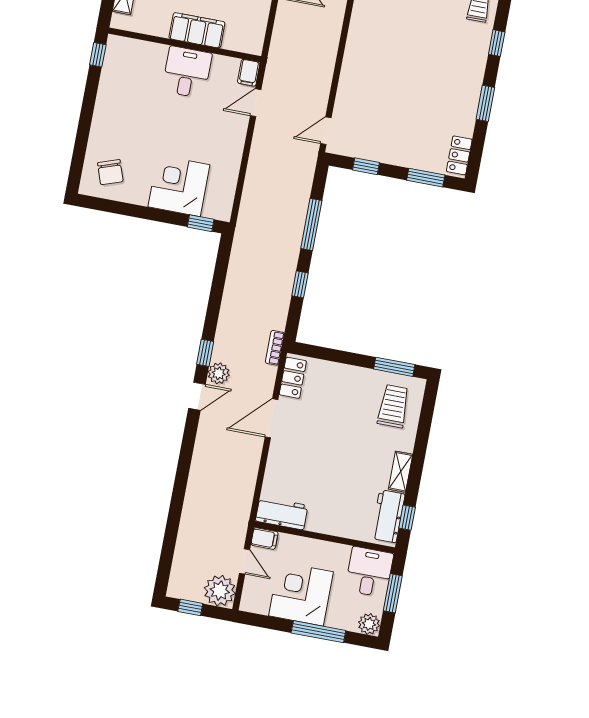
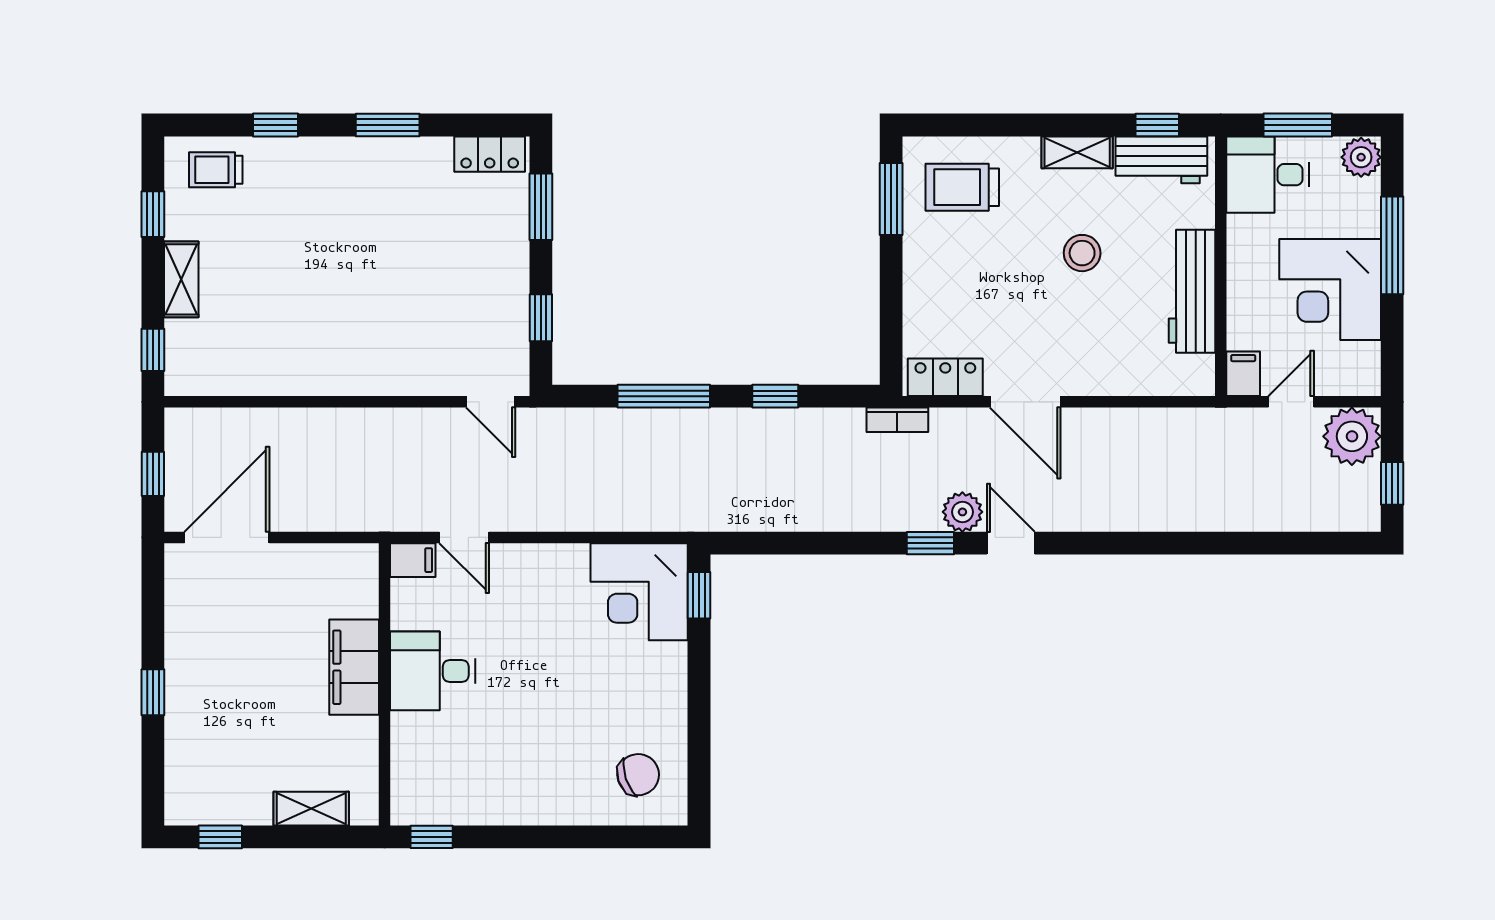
corner desk: (179, 186) -> (639, 592), moved
stool: (346, 464) -> (1082, 253), added
workbench: (282, 513) -> (1192, 291), moved, width x1.38

